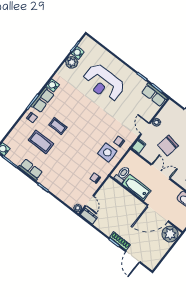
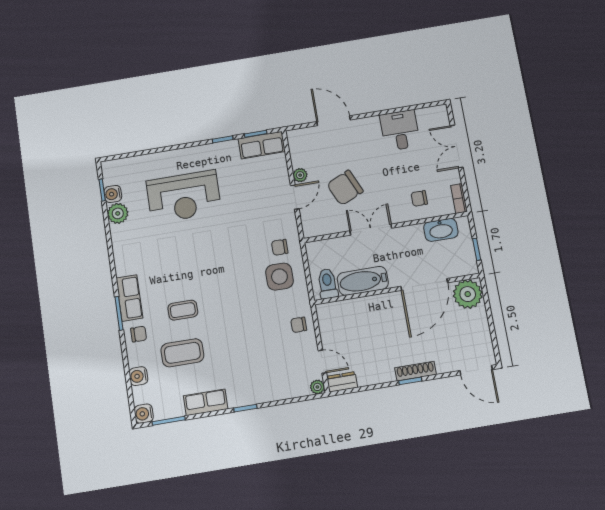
water cooler: (53, 85) -> (138, 376), moved
door: (145, 129) -> (295, 197), swing flipped
chair: (168, 145) -> (345, 188), turned 56
filing cabinet: (139, 146) -> (310, 227), removed
door: (133, 257) -> (476, 370), moved

